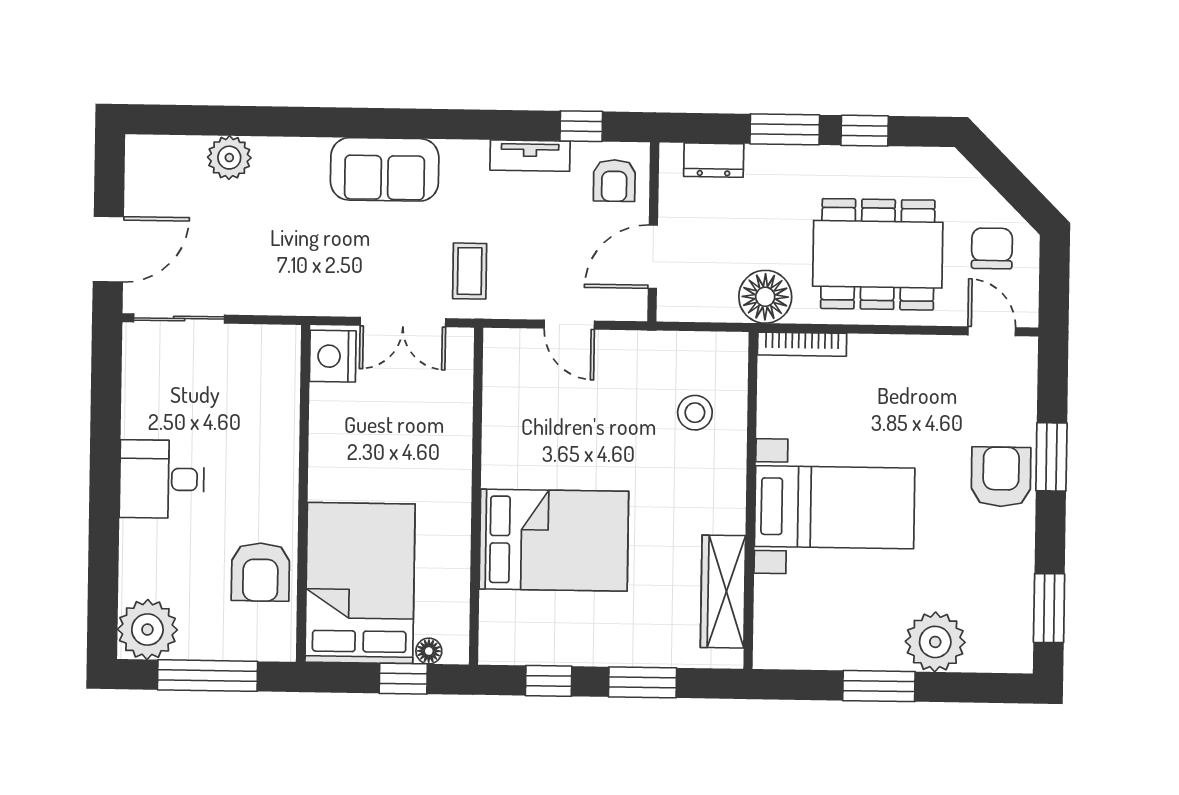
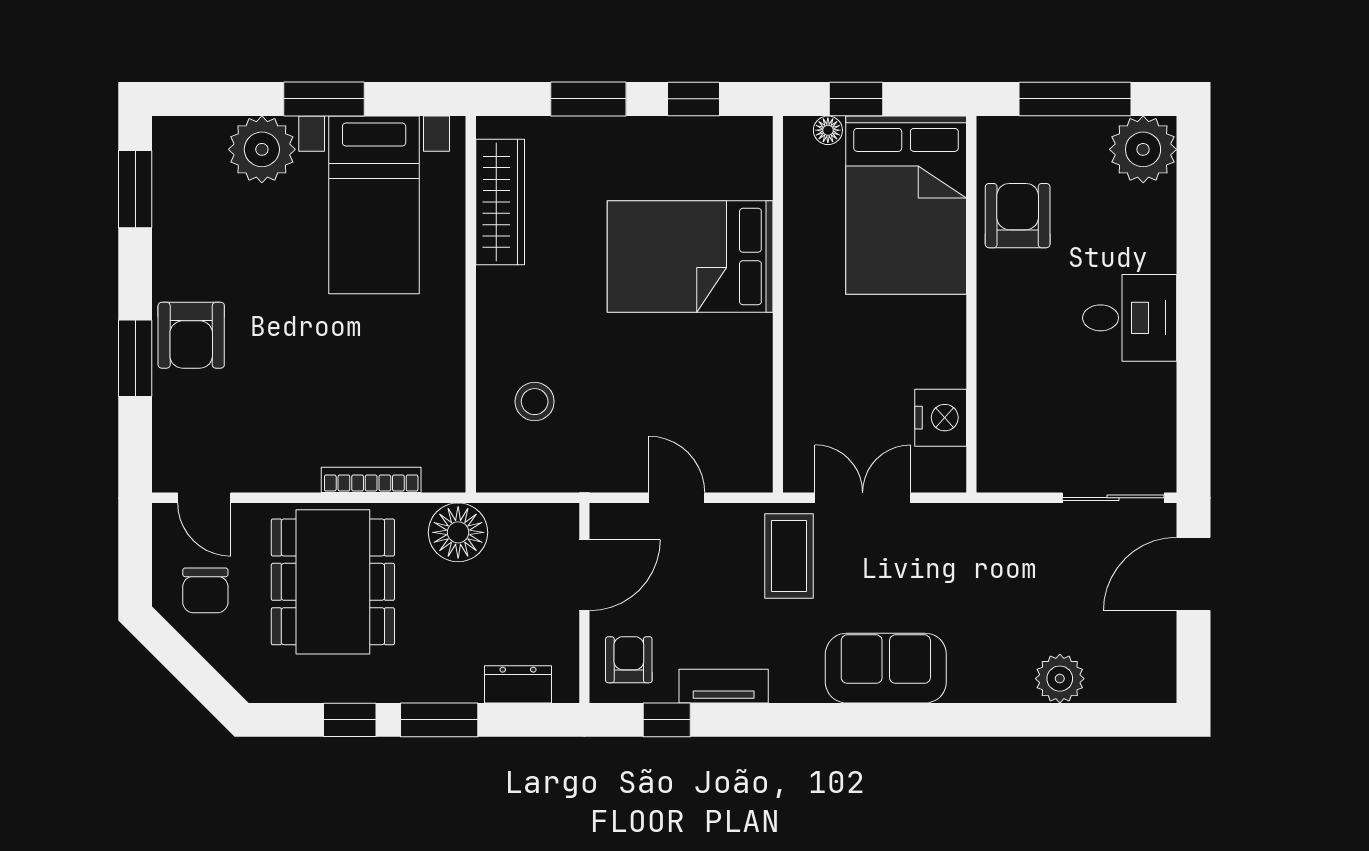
dining table: (878, 254) -> (333, 582), turned 90
coffee table: (470, 271) -> (789, 556), width x1.36, depth x1.30
bookcase: (802, 344) -> (371, 480), moved
nightstand: (333, 356) -> (941, 418), moved
bed with nightstands: (835, 507) -> (374, 205), moved, turned -90

